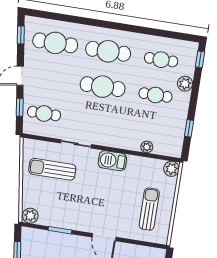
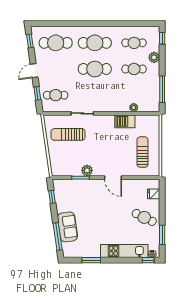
window: (189, 128) -> (162, 89), width x2.17
barbecue: (112, 161) -> (125, 121), moved
plant: (171, 169) -> (154, 120), removed
plant: (30, 216) -> (87, 170), moved

